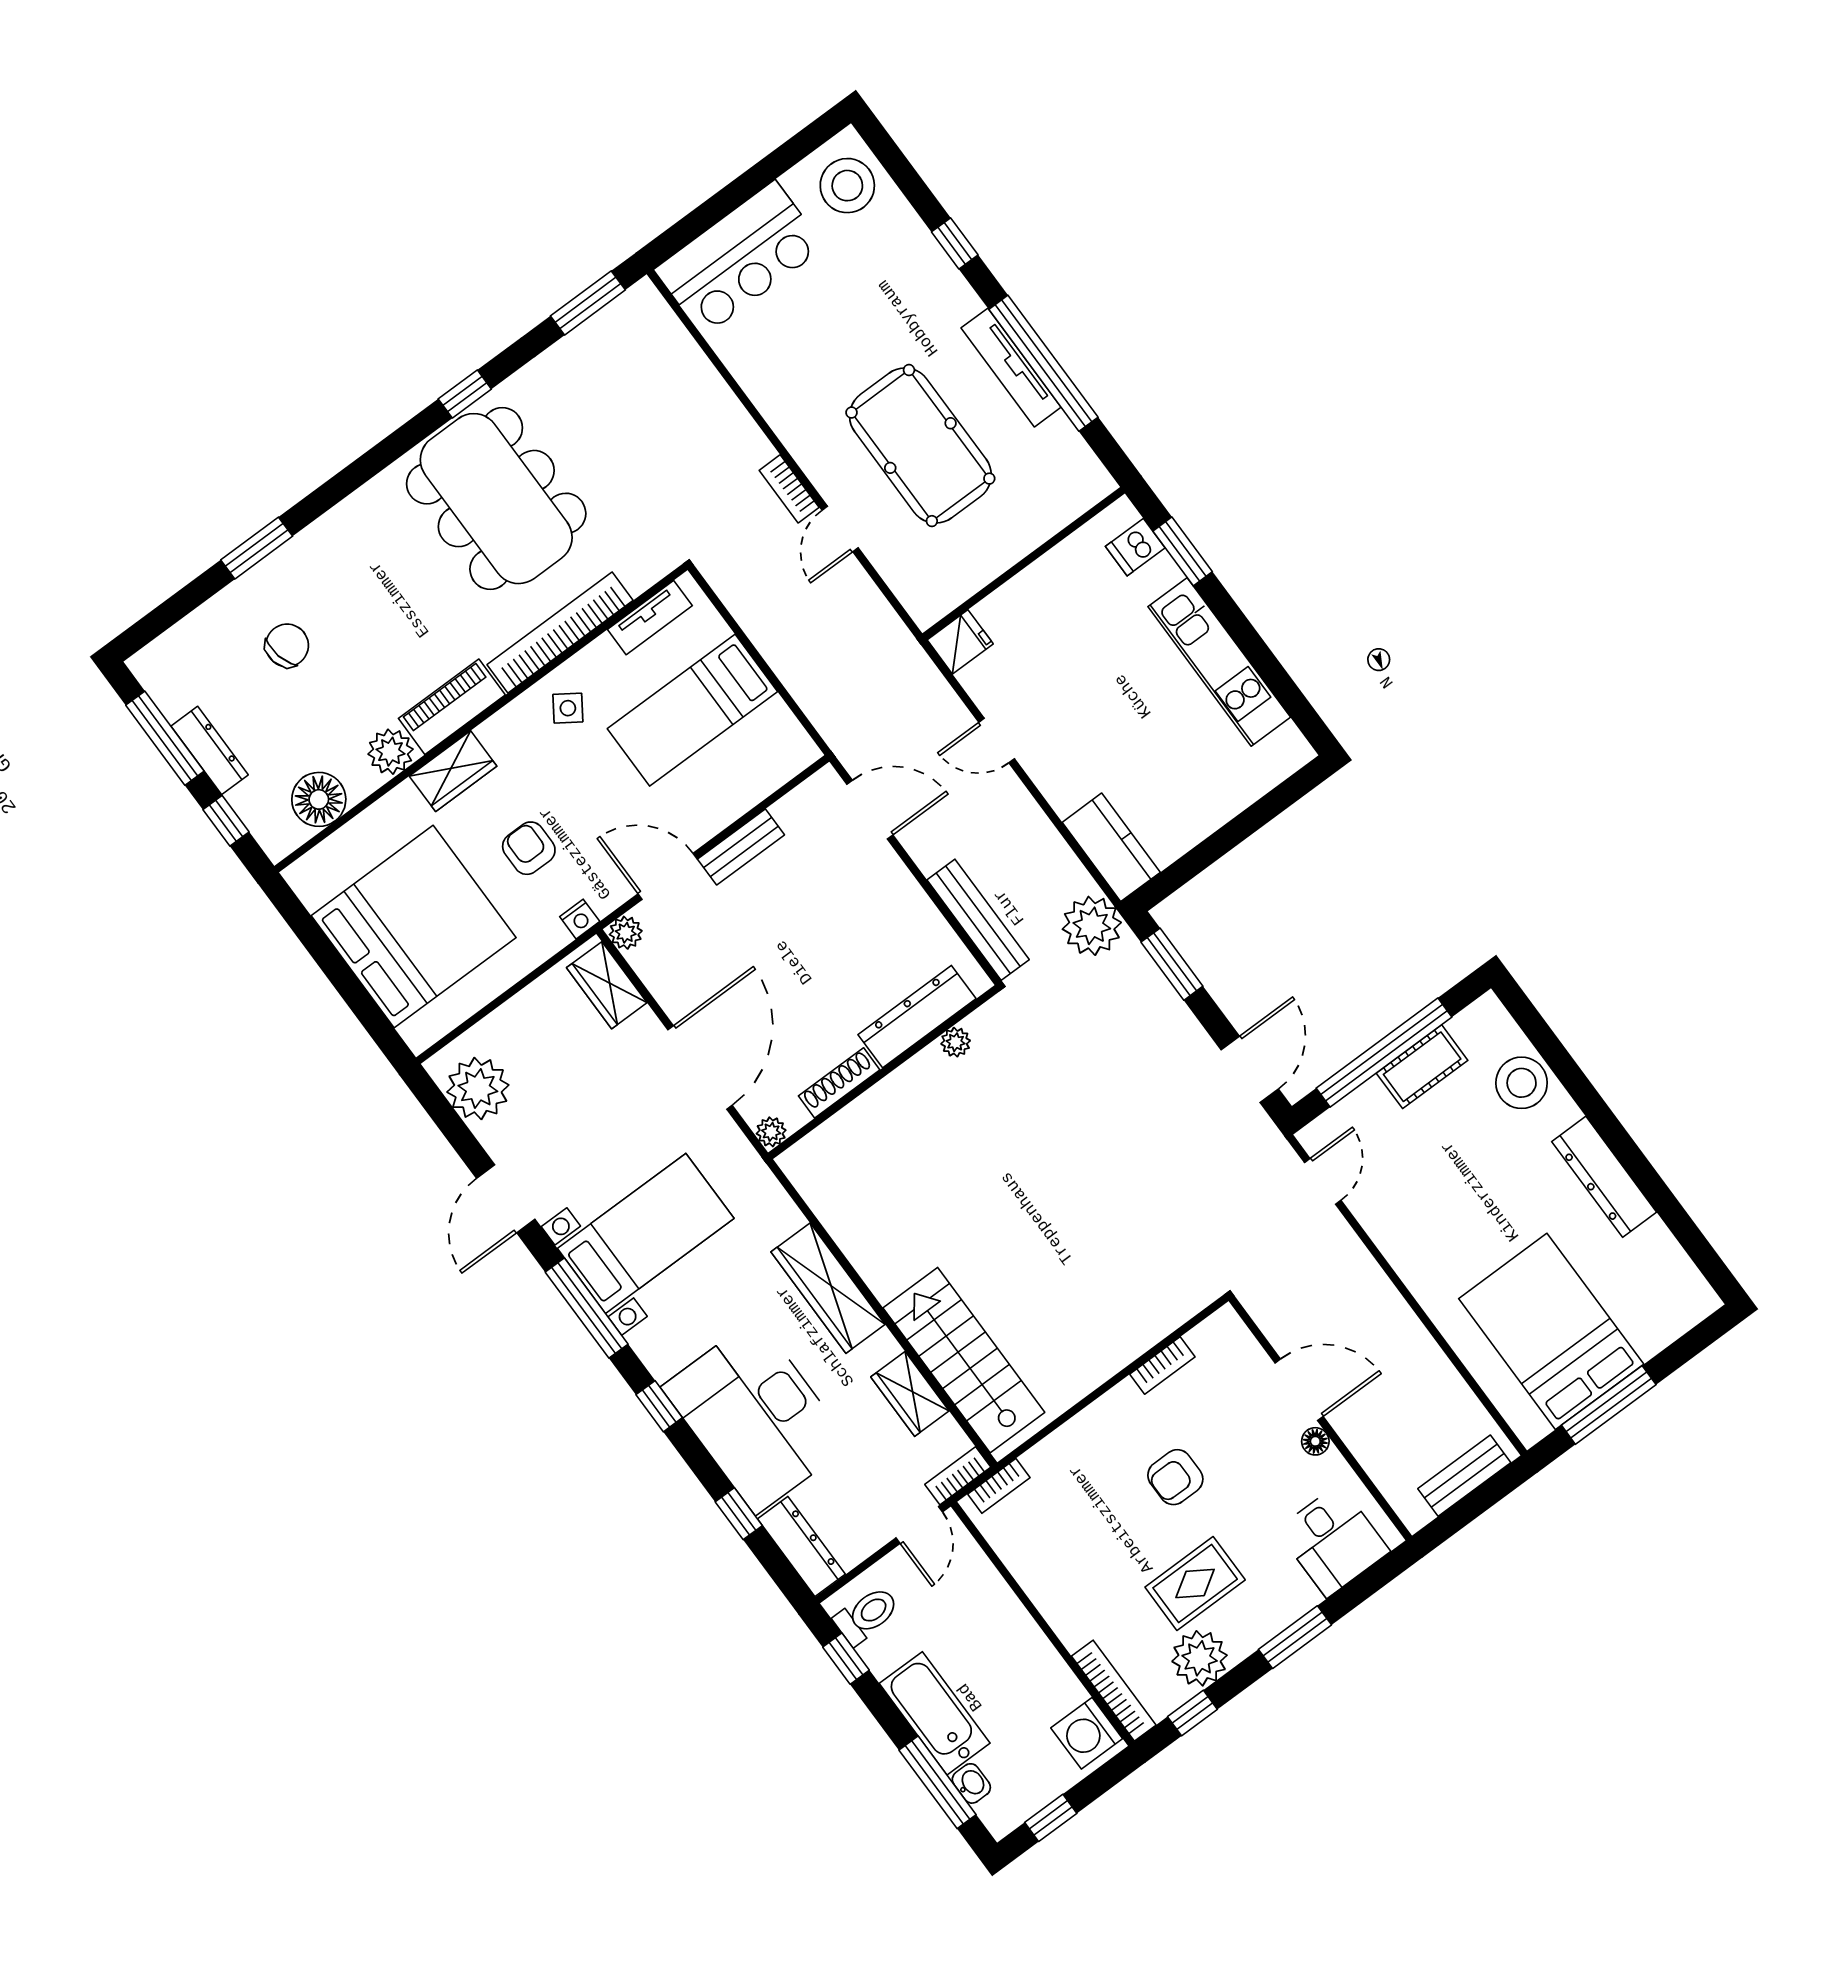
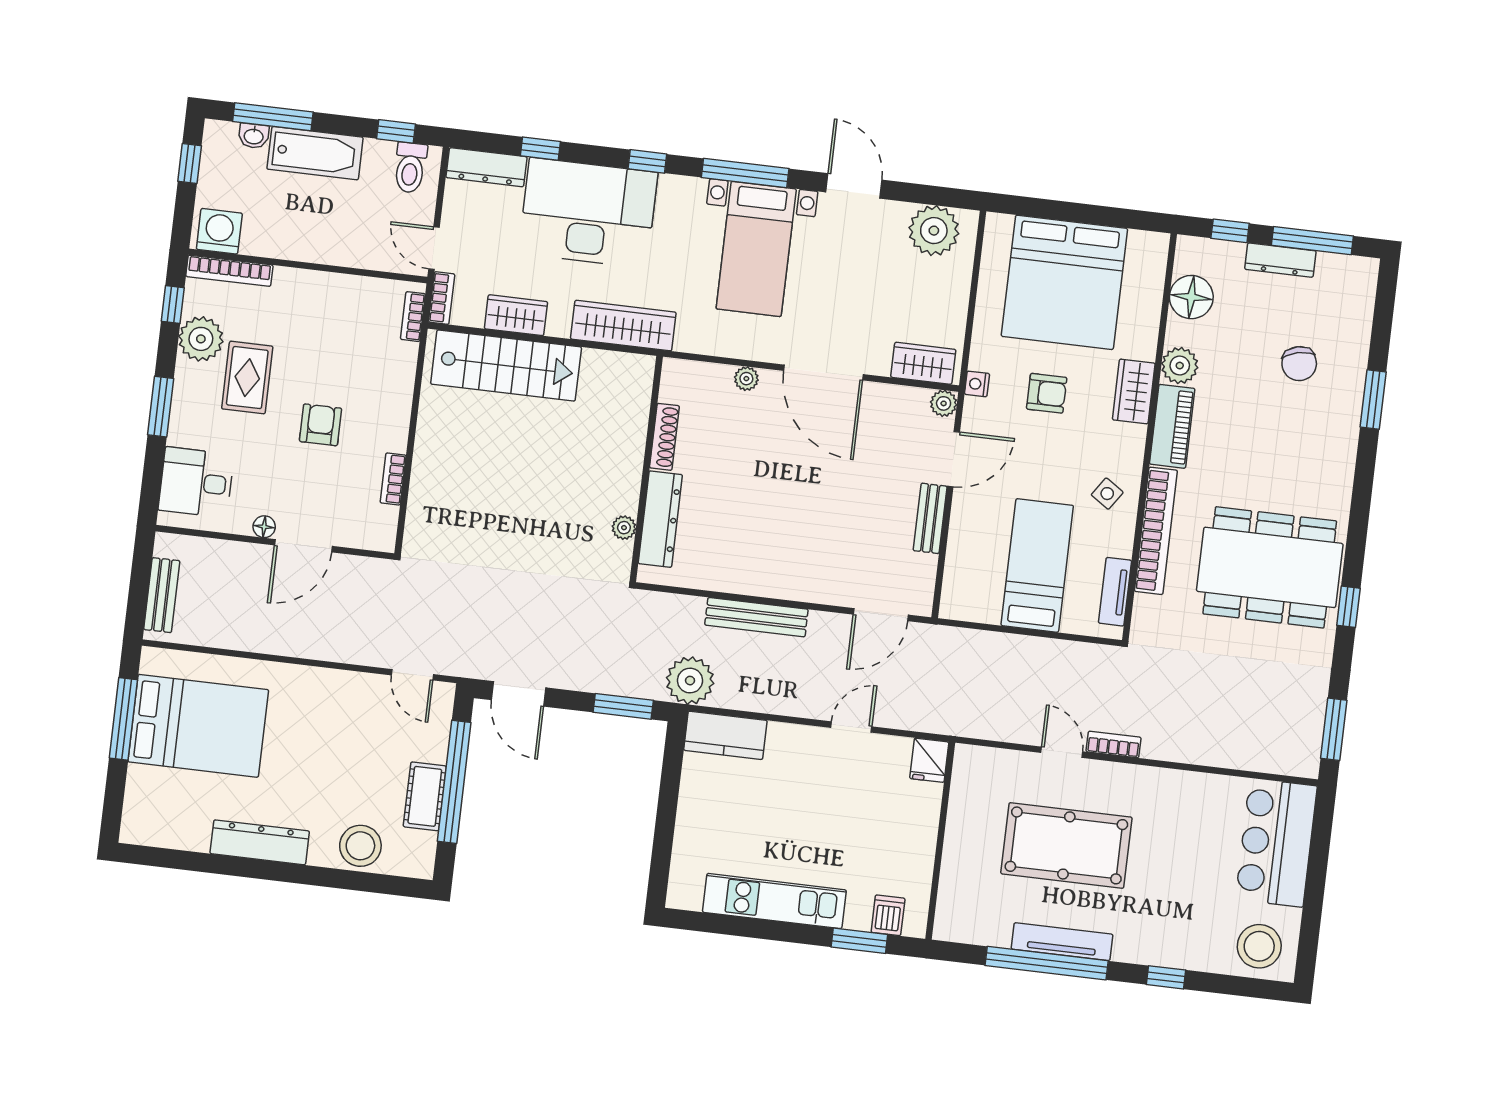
dresser: (917, 1017) -> (660, 519), moved
plant: (956, 1042) -> (624, 528), moved
wall: (884, 1072) -> (646, 469), moved
shoe rack: (839, 1083) -> (664, 437), moved

